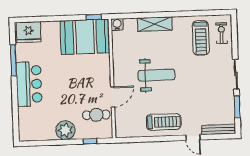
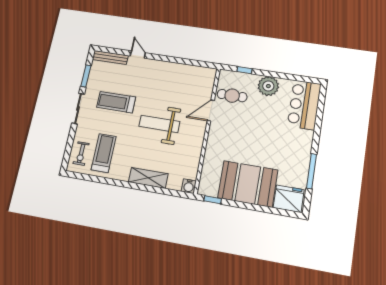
booth: (85, 37) -> (248, 184), moved
bar counter: (29, 84) -> (304, 105), moved
treadmill: (164, 122) -> (116, 102), moved

